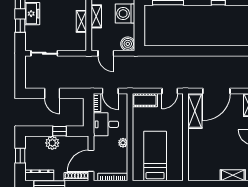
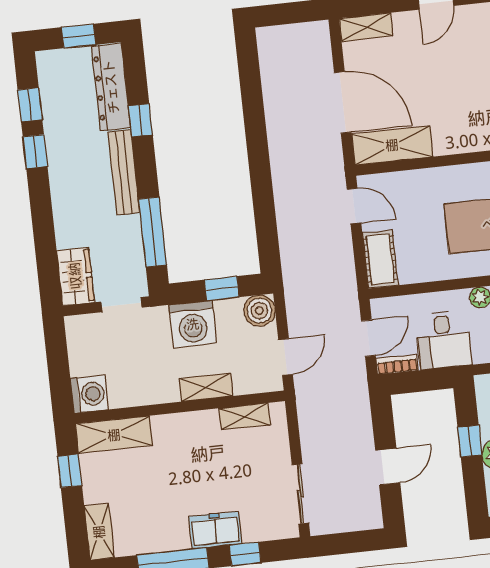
shelving: (81, 21) -> (244, 417), moved
window: (139, 28) -> (222, 288), added

